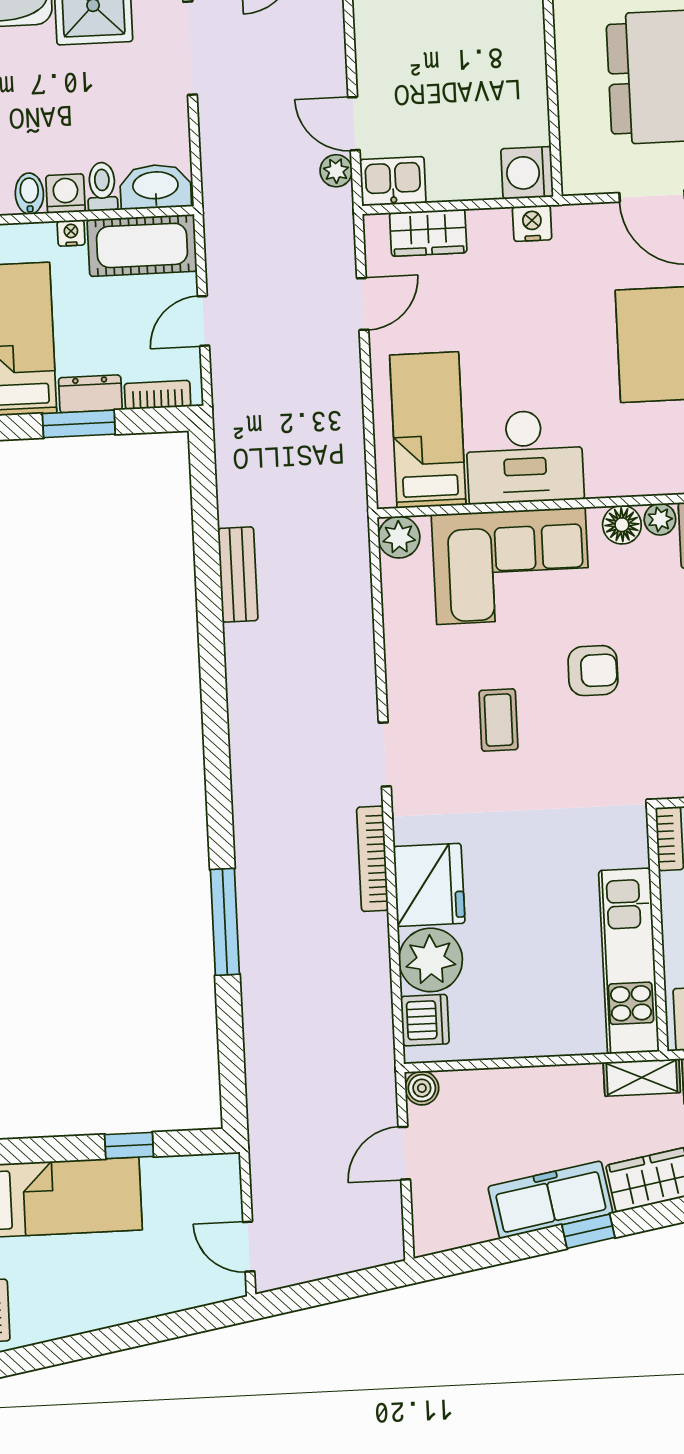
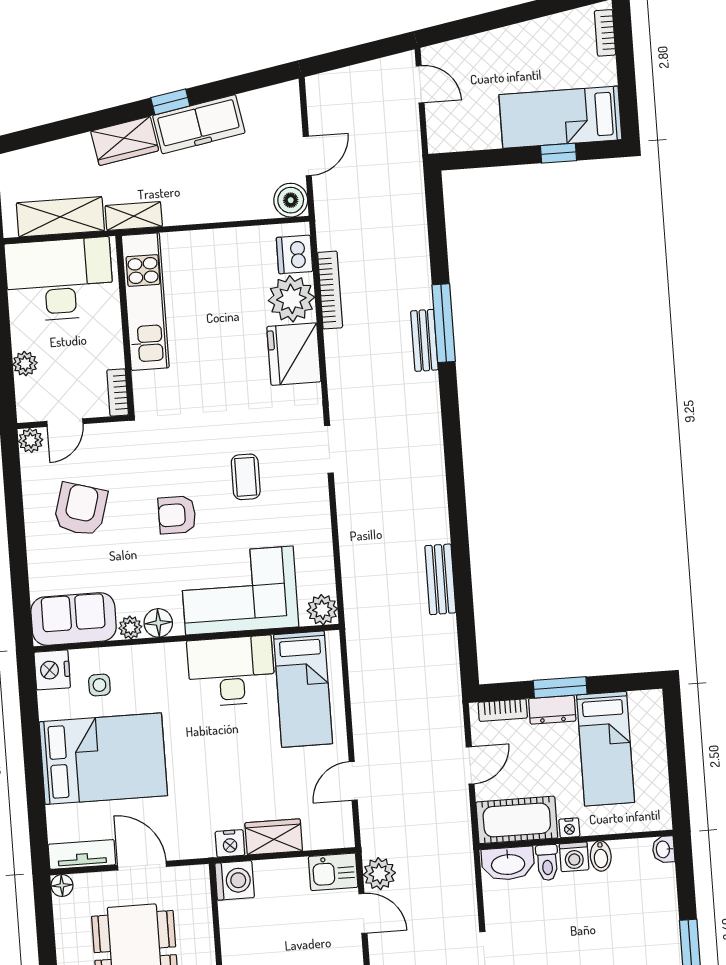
plant: (336, 171) -> (379, 874), width x1.38, depth x1.38
wardrobe: (428, 233) -> (274, 837), moved
bookcase: (372, 859) -> (330, 290), moved
bench: (252, 899) -> (424, 340), added
boiler: (422, 1088) -> (291, 200), width x1.36, depth x1.36
window: (129, 1146) -> (558, 153), moved

